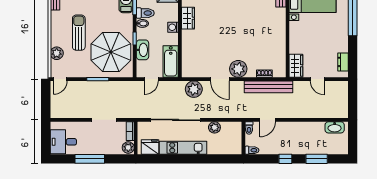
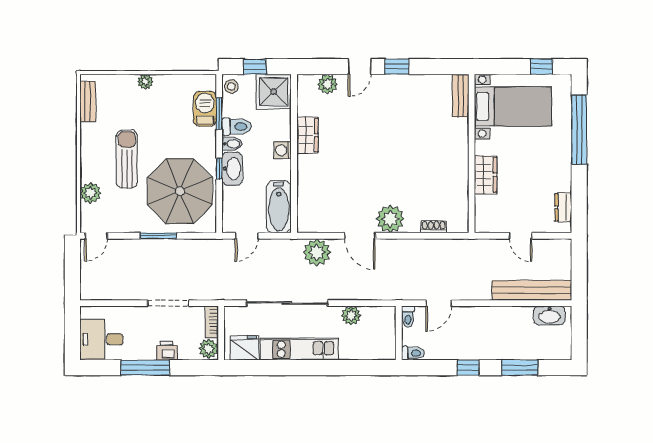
washbasin: (143, 50) -> (232, 169), moved
wardrobe: (296, 66) -> (486, 175), moved
bench: (269, 87) -> (532, 290), moved
printer: (103, 149) -> (167, 351), added

